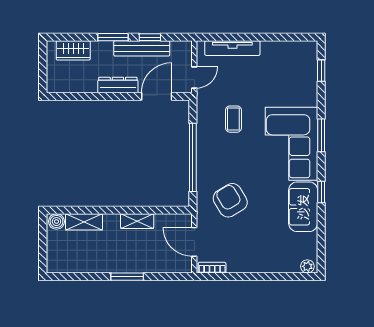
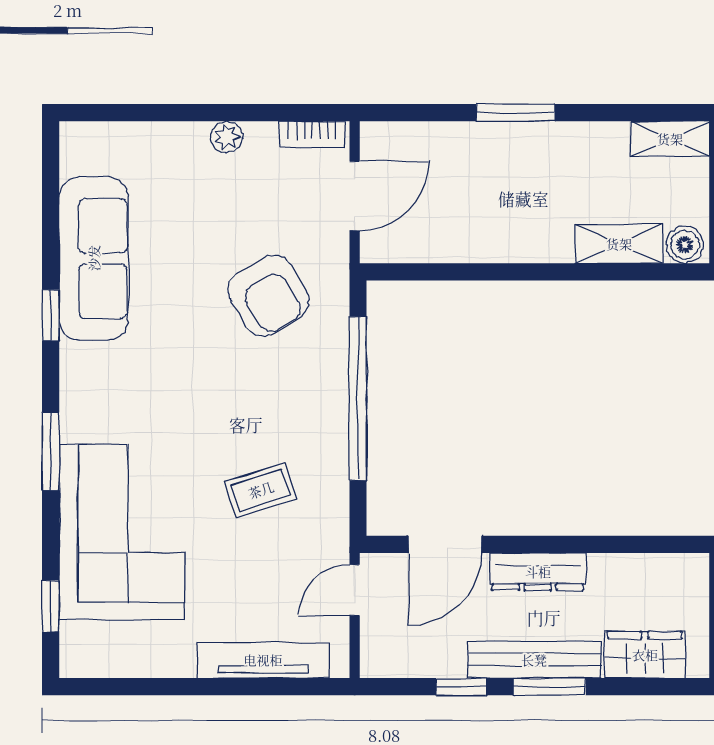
bench: (142, 48) -> (534, 660), moved
coffee table: (233, 119) -> (261, 490), turned 72
corner sofa: (291, 144) -> (122, 532), moved
sofa: (303, 207) -> (94, 258), width x1.36
shelving: (137, 221) -> (670, 139), moved
door: (194, 242) -> (355, 196), hinge flipped
plant: (307, 266) -> (227, 137), moved

